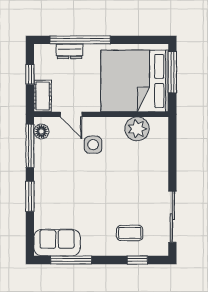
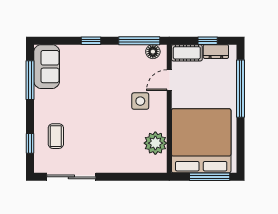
dresser: (70, 51) -> (216, 52), moved, turned -90
window: (30, 196) -> (91, 41), width x0.67

